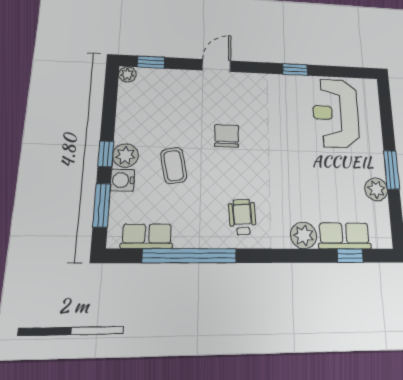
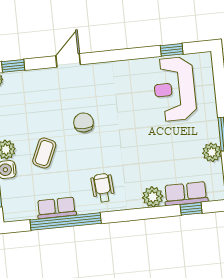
window: (295, 70) -> (172, 50), moved
coffee table: (174, 166) -> (44, 153), turned 35
row of seats: (147, 236) -> (56, 208), moved

